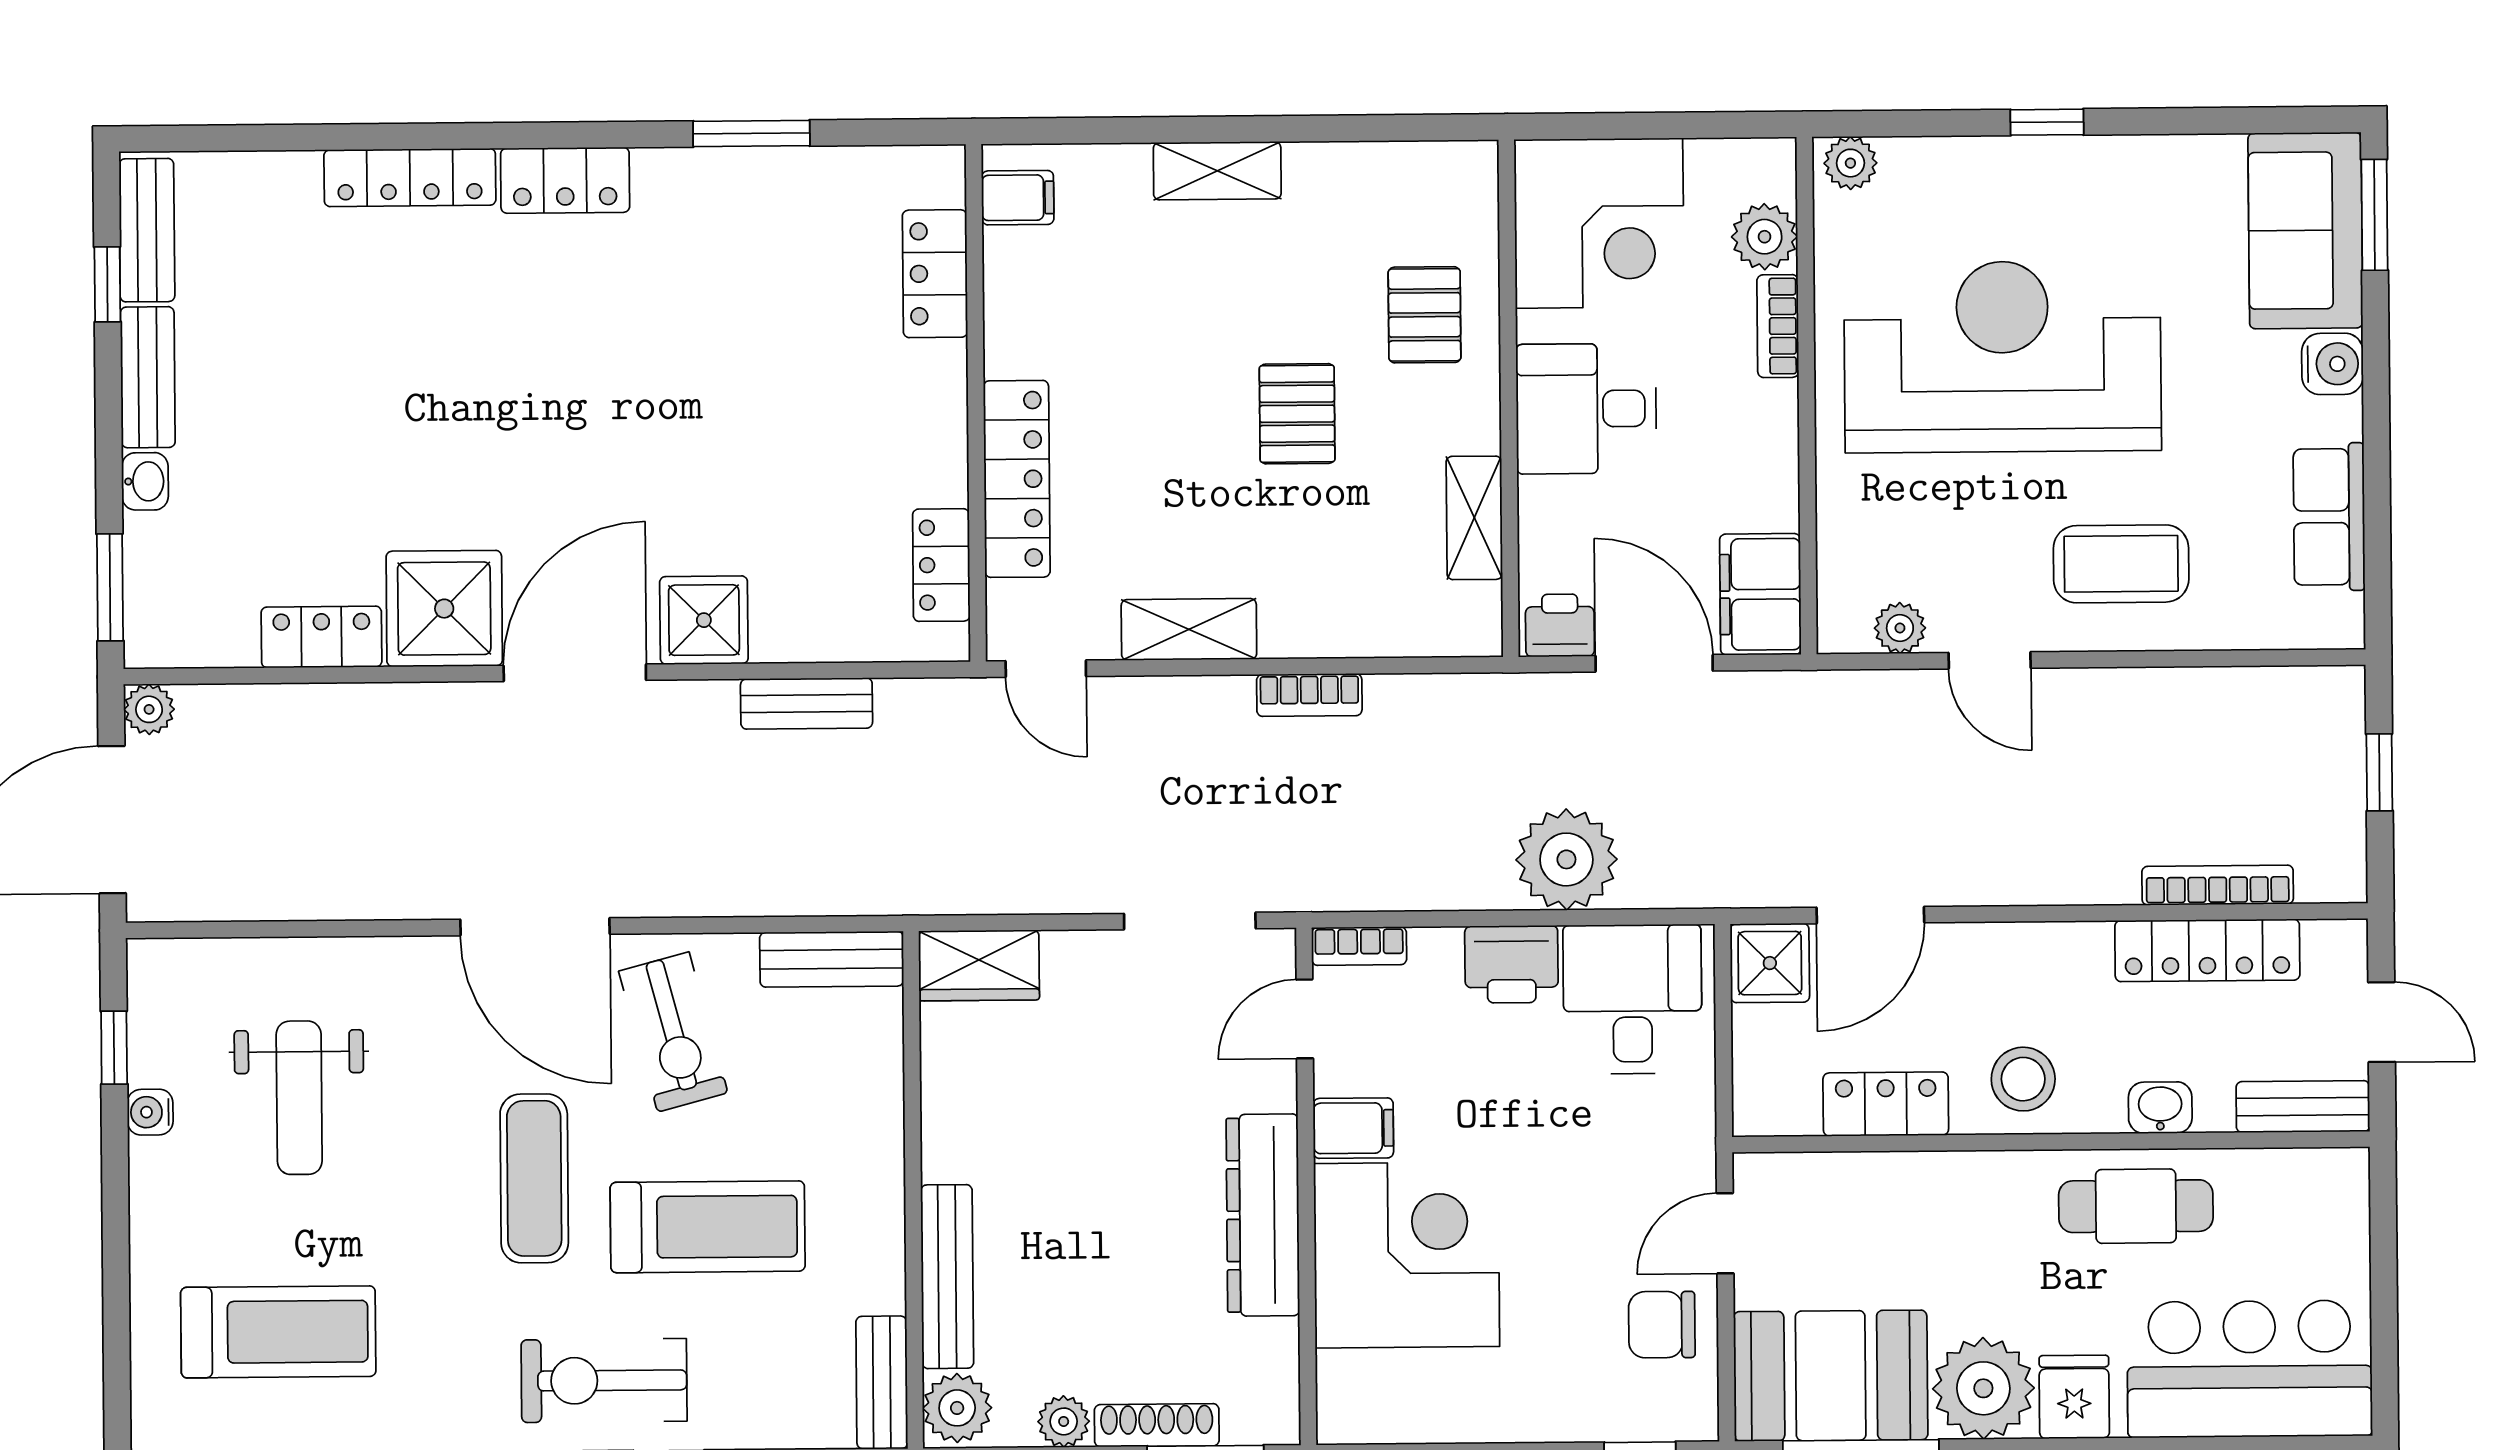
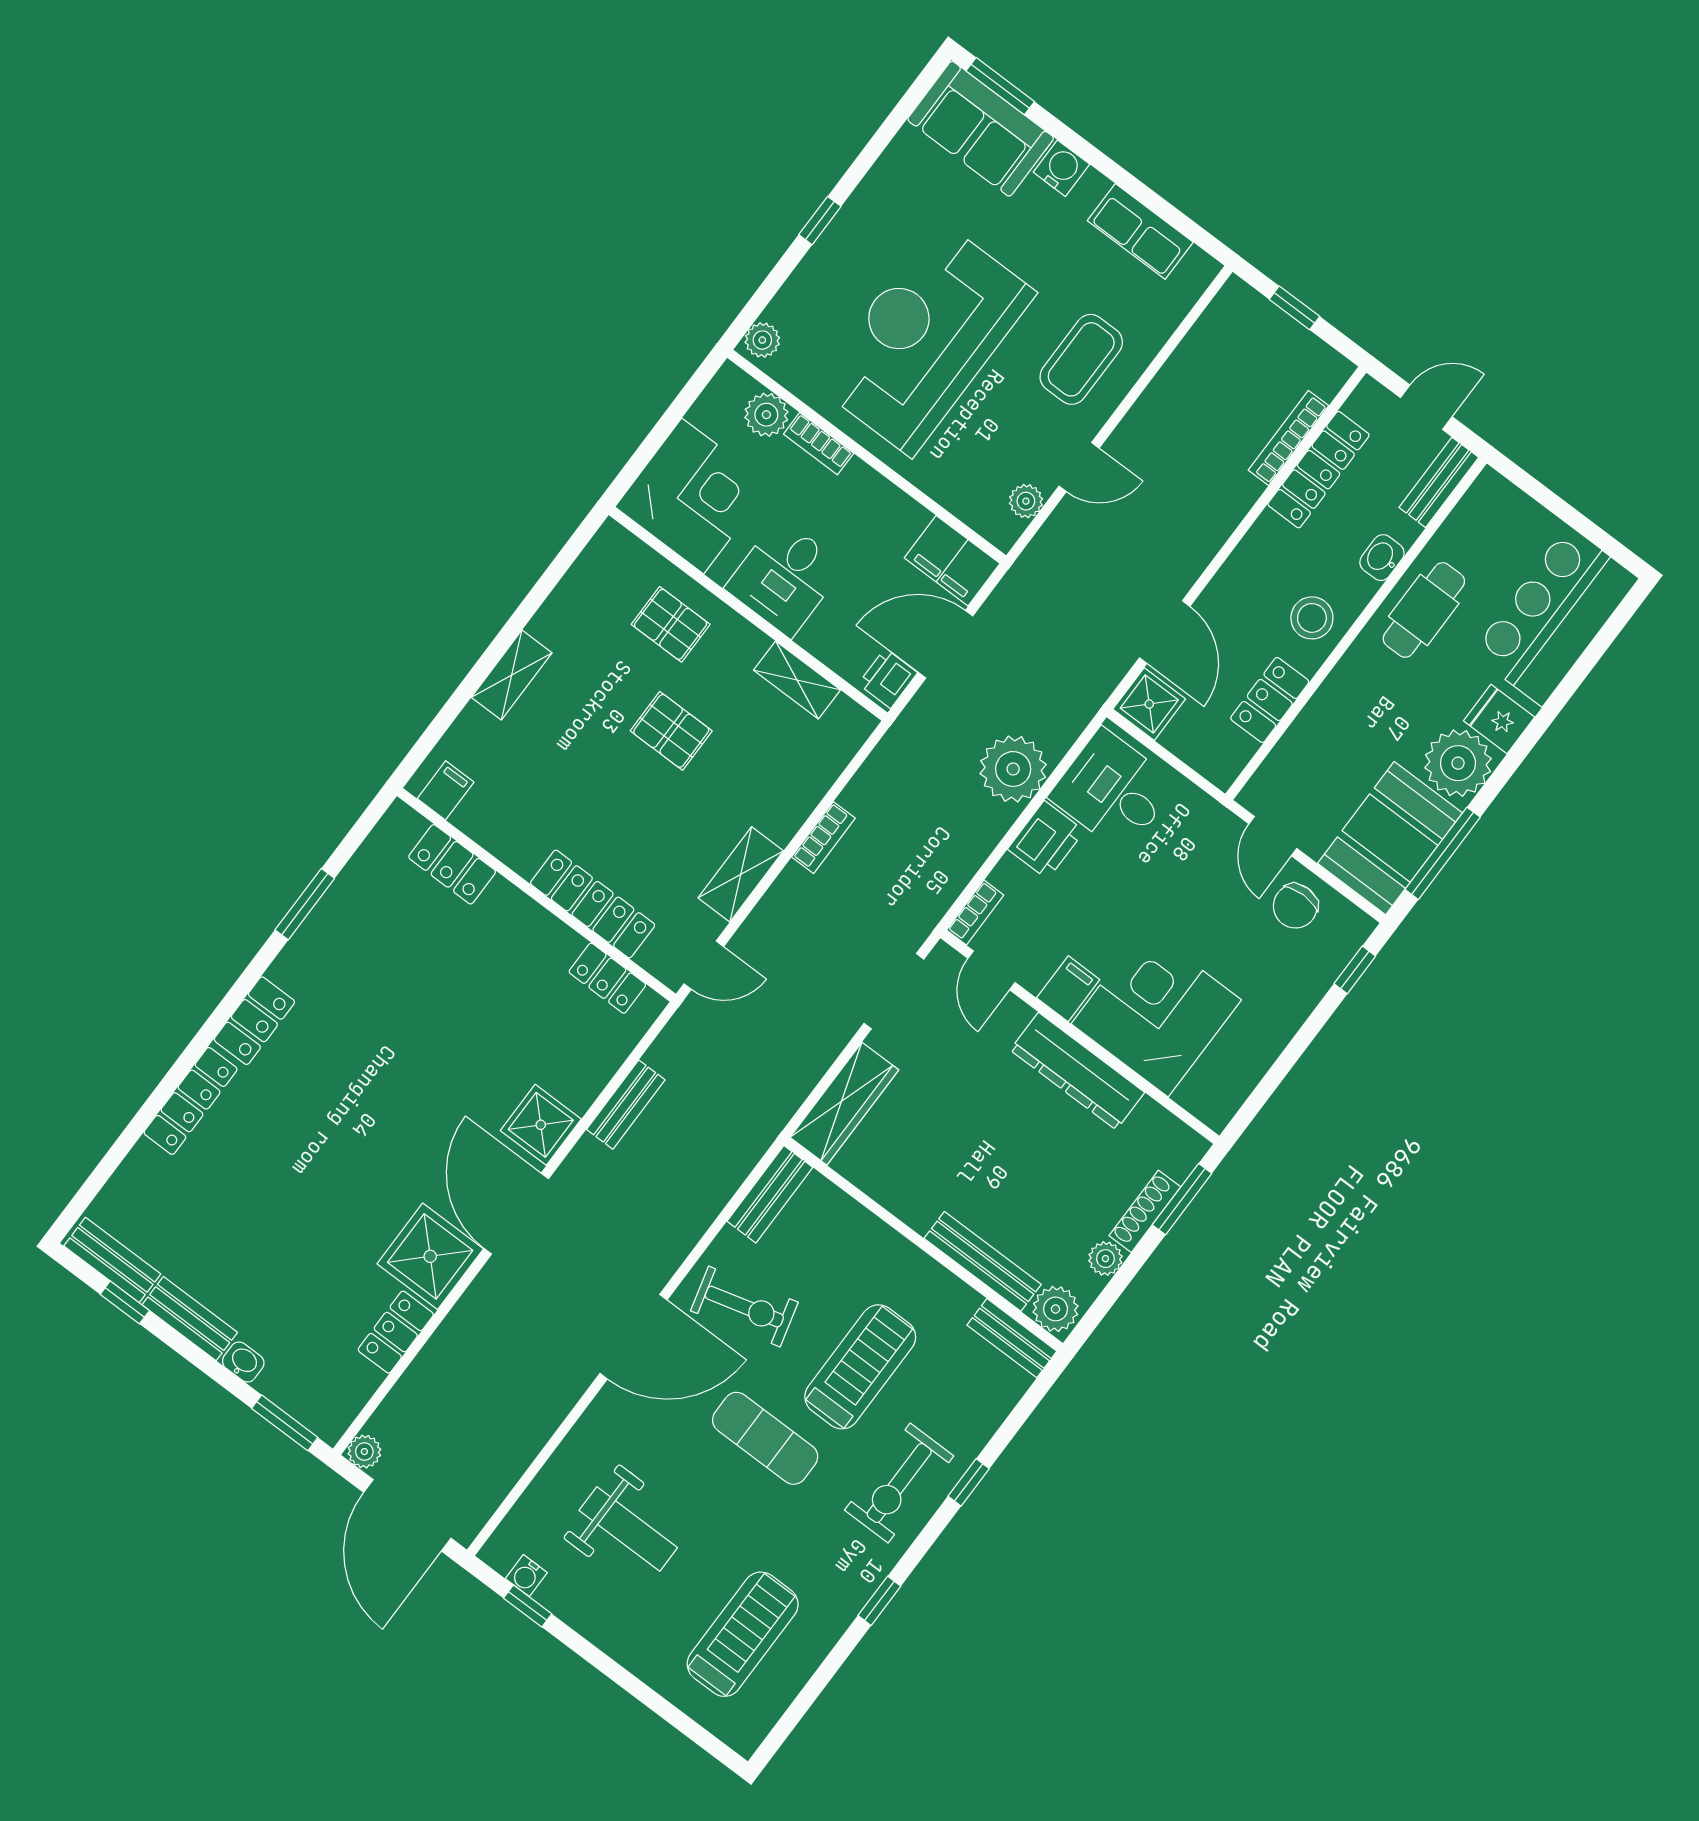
wardrobe: (979, 965) -> (844, 1104), width x1.50
water cooler: (150, 1112) -> (526, 1576), moved

